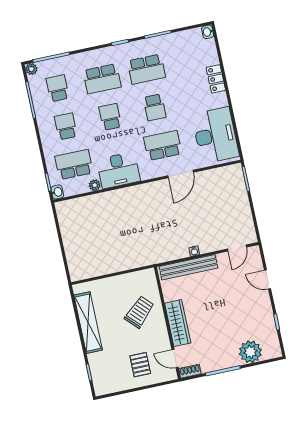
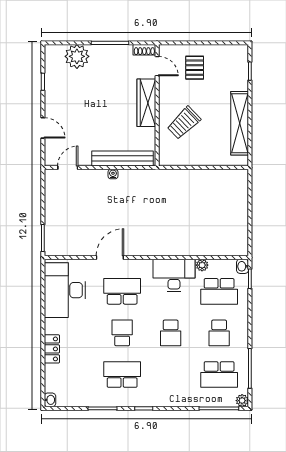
school desk: (102, 79) -> (171, 375), removed
school desk: (58, 88) -> (219, 375), width x1.85
school desk: (163, 145) -> (122, 291), turned 180

